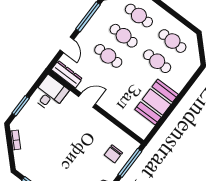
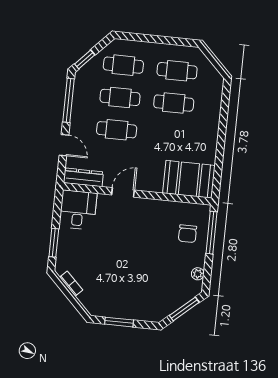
booth: (157, 102) -> (189, 179), moved, turned 90

